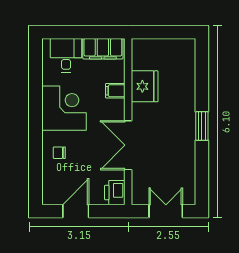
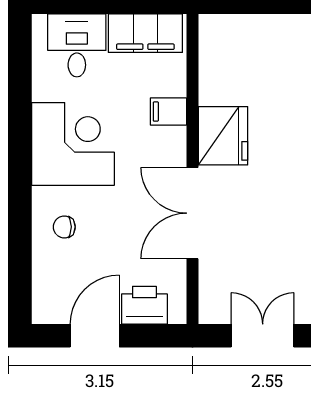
fridge: (145, 86) -> (223, 136), moved
printer: (115, 193) -> (144, 305), moved, turned 90

